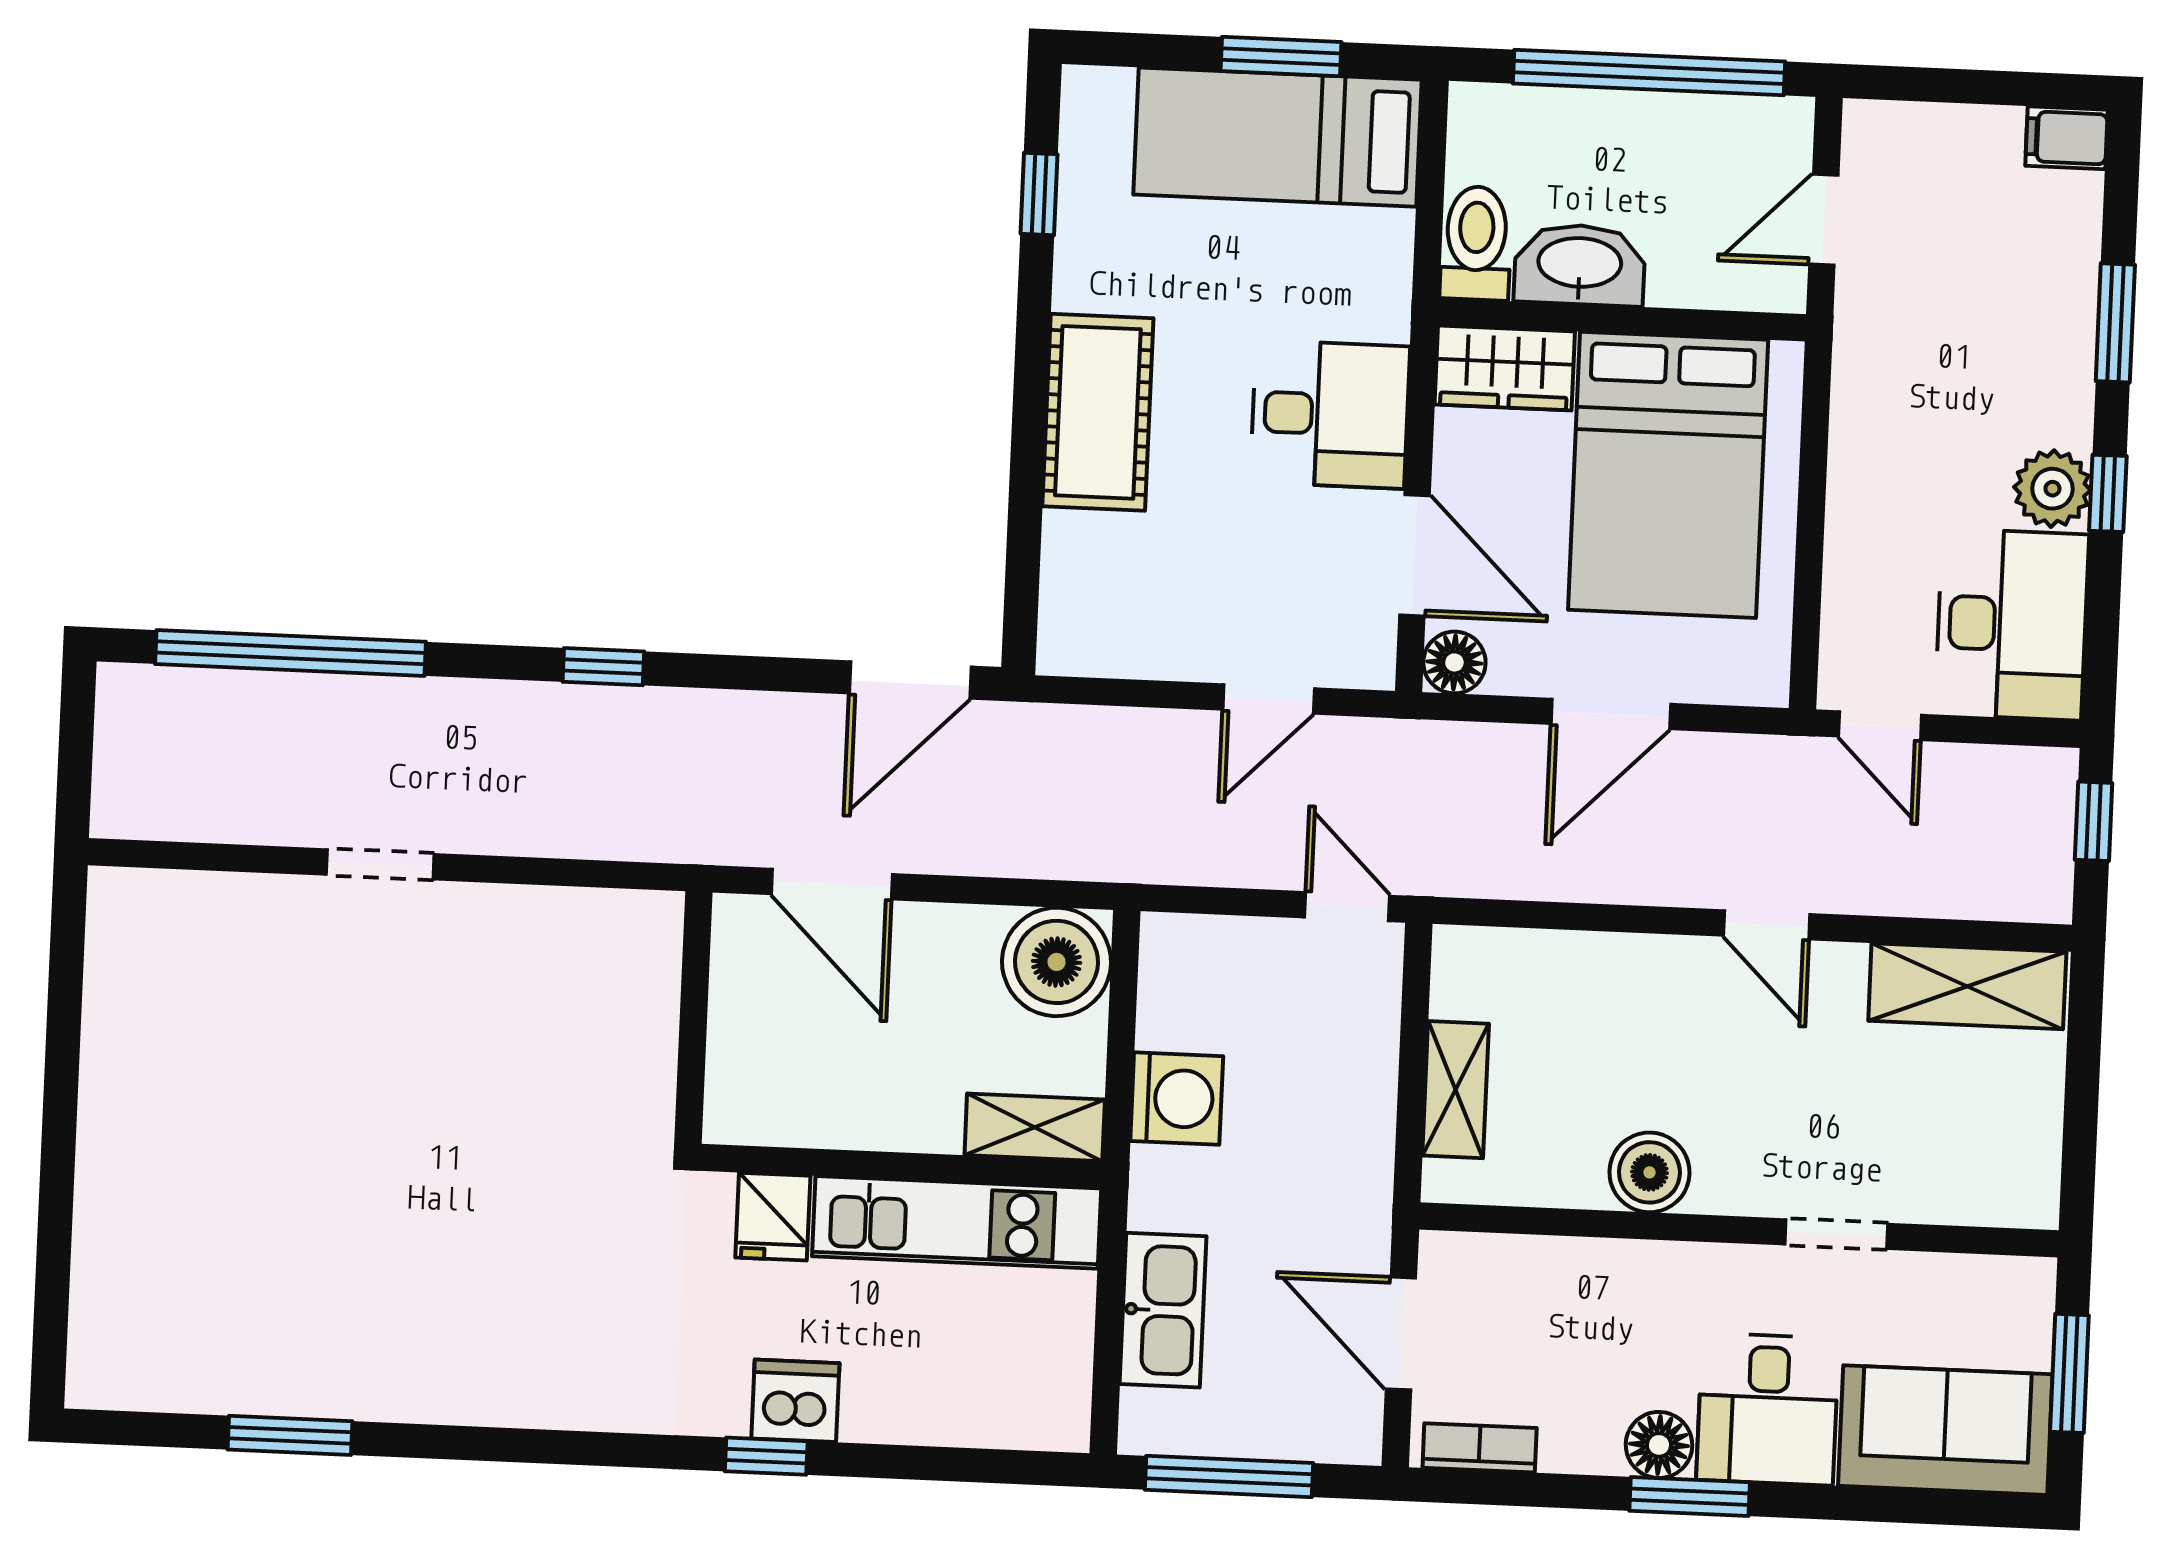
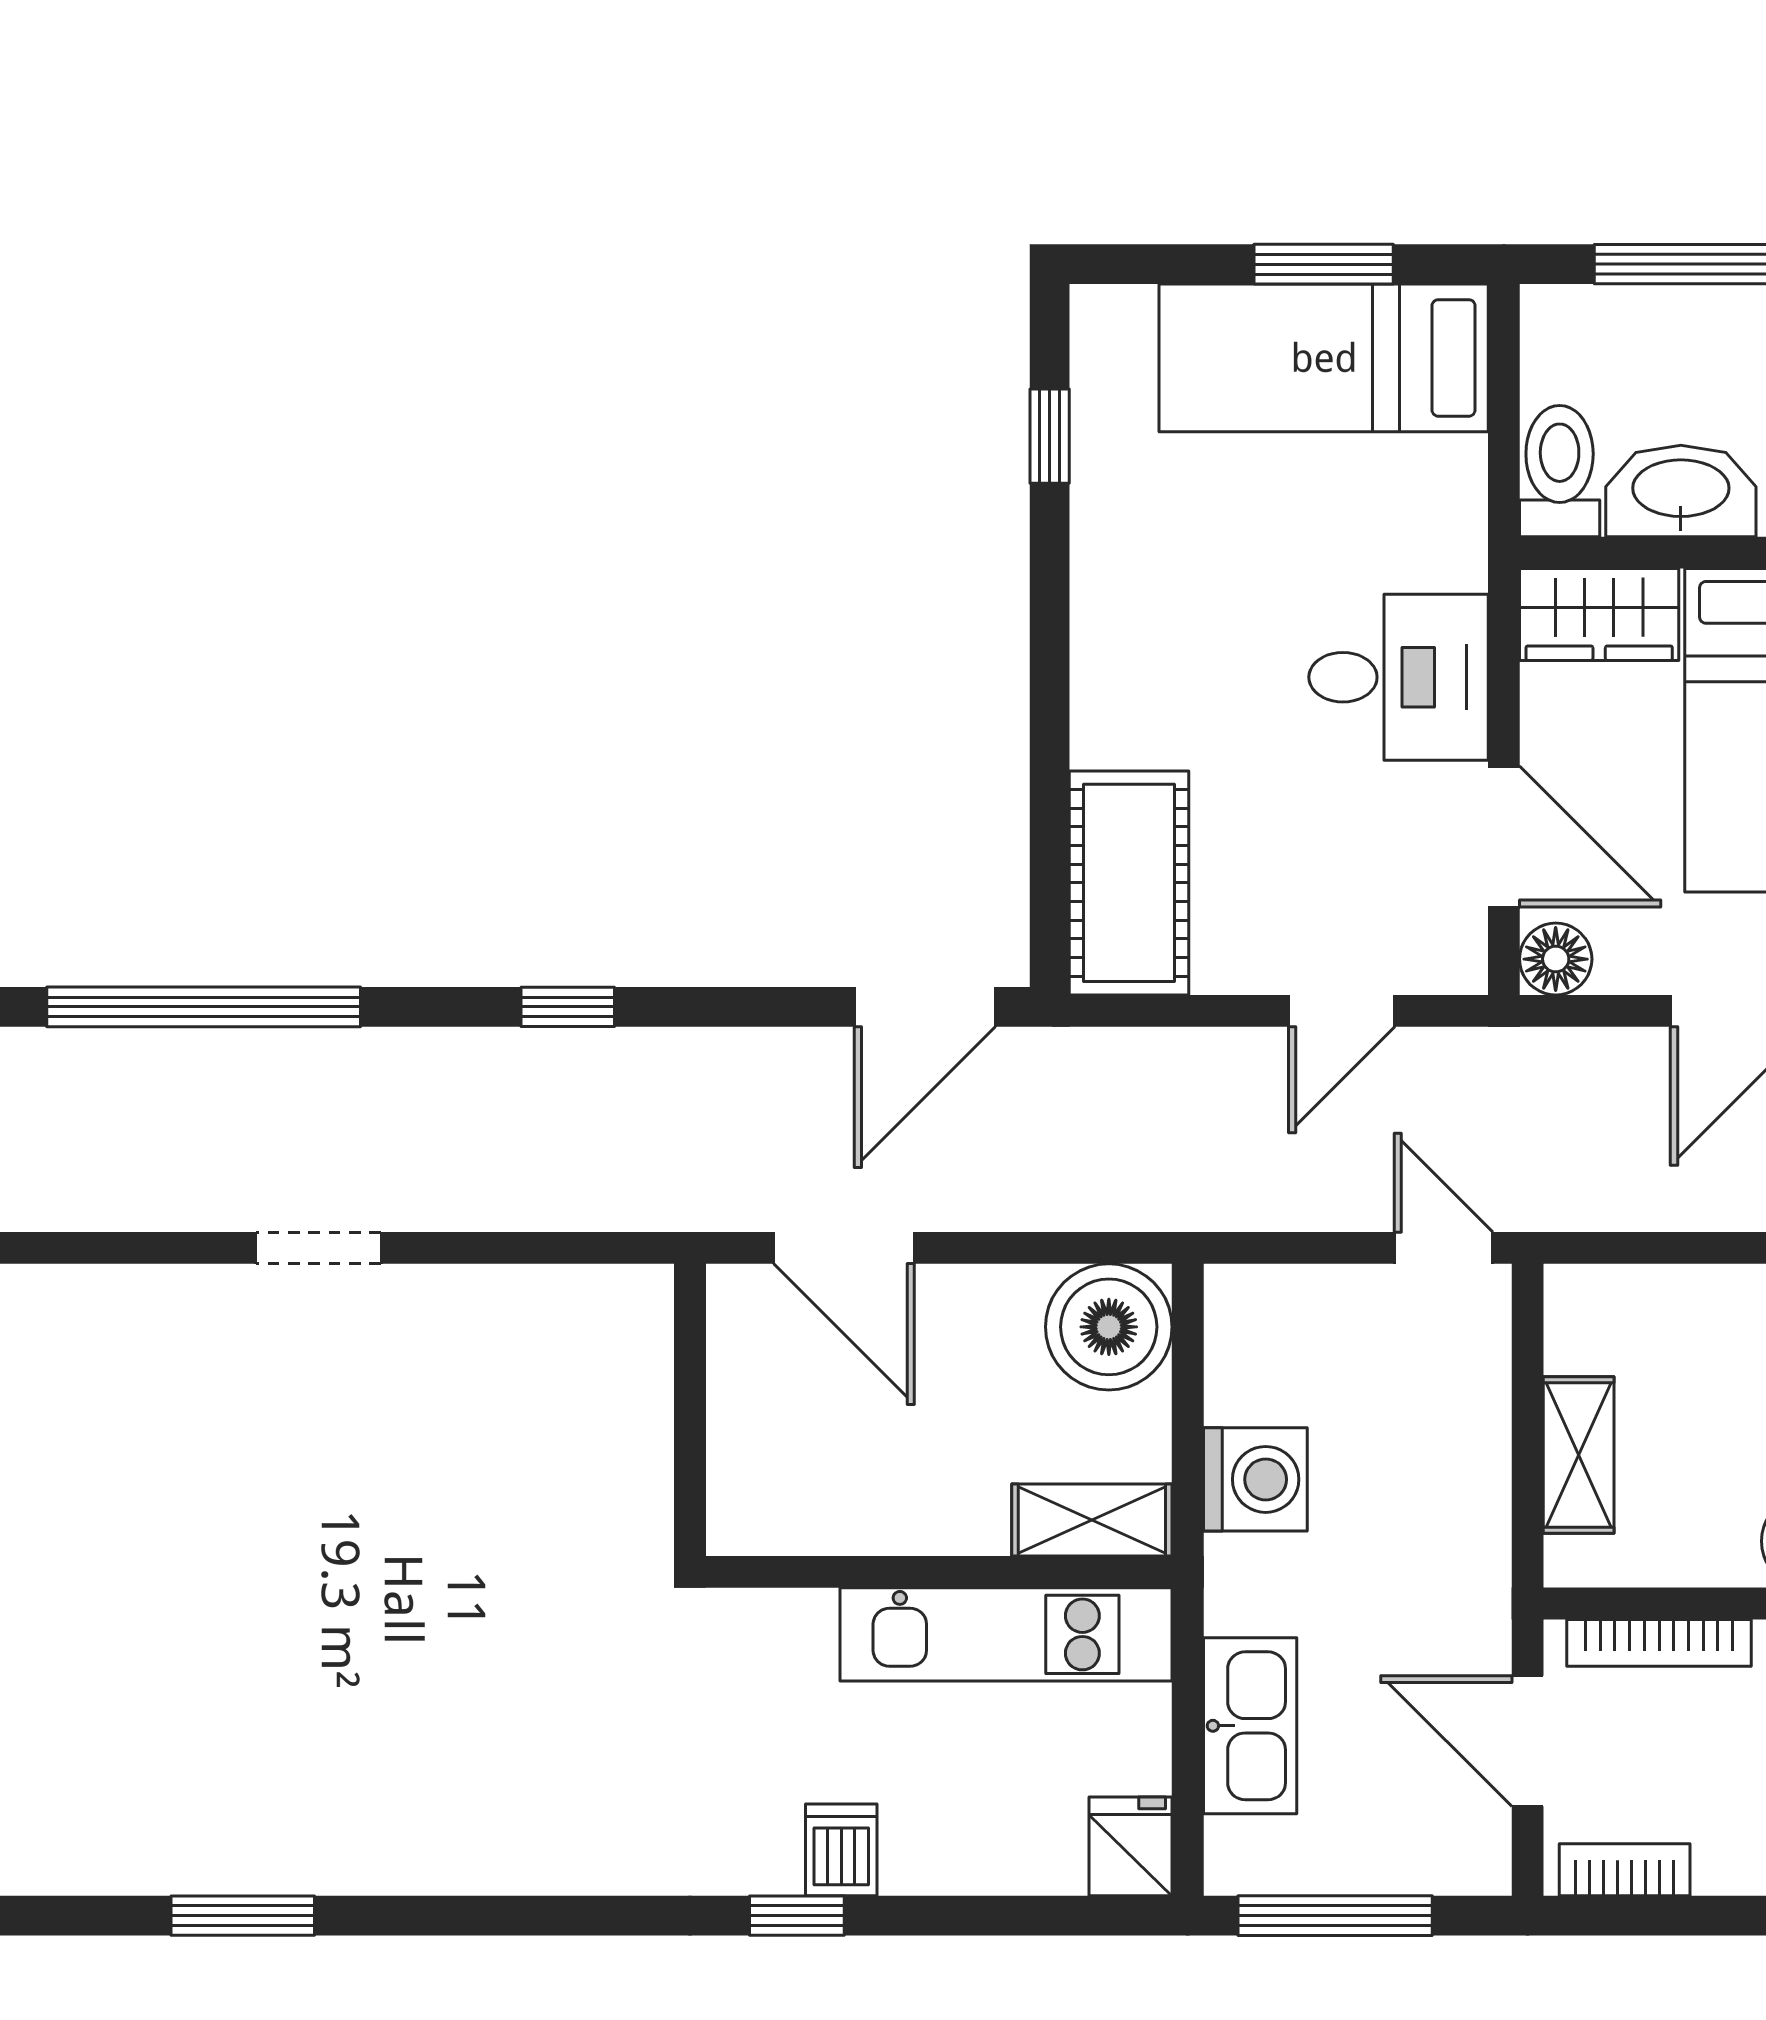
cot: (1098, 412) -> (1129, 883), moved
fridge: (773, 1217) -> (1131, 1846), moved, turned 180
bookcase: (1518, 1254) -> (1659, 1643), added
dishwasher: (795, 1401) -> (841, 1850), width x0.73

